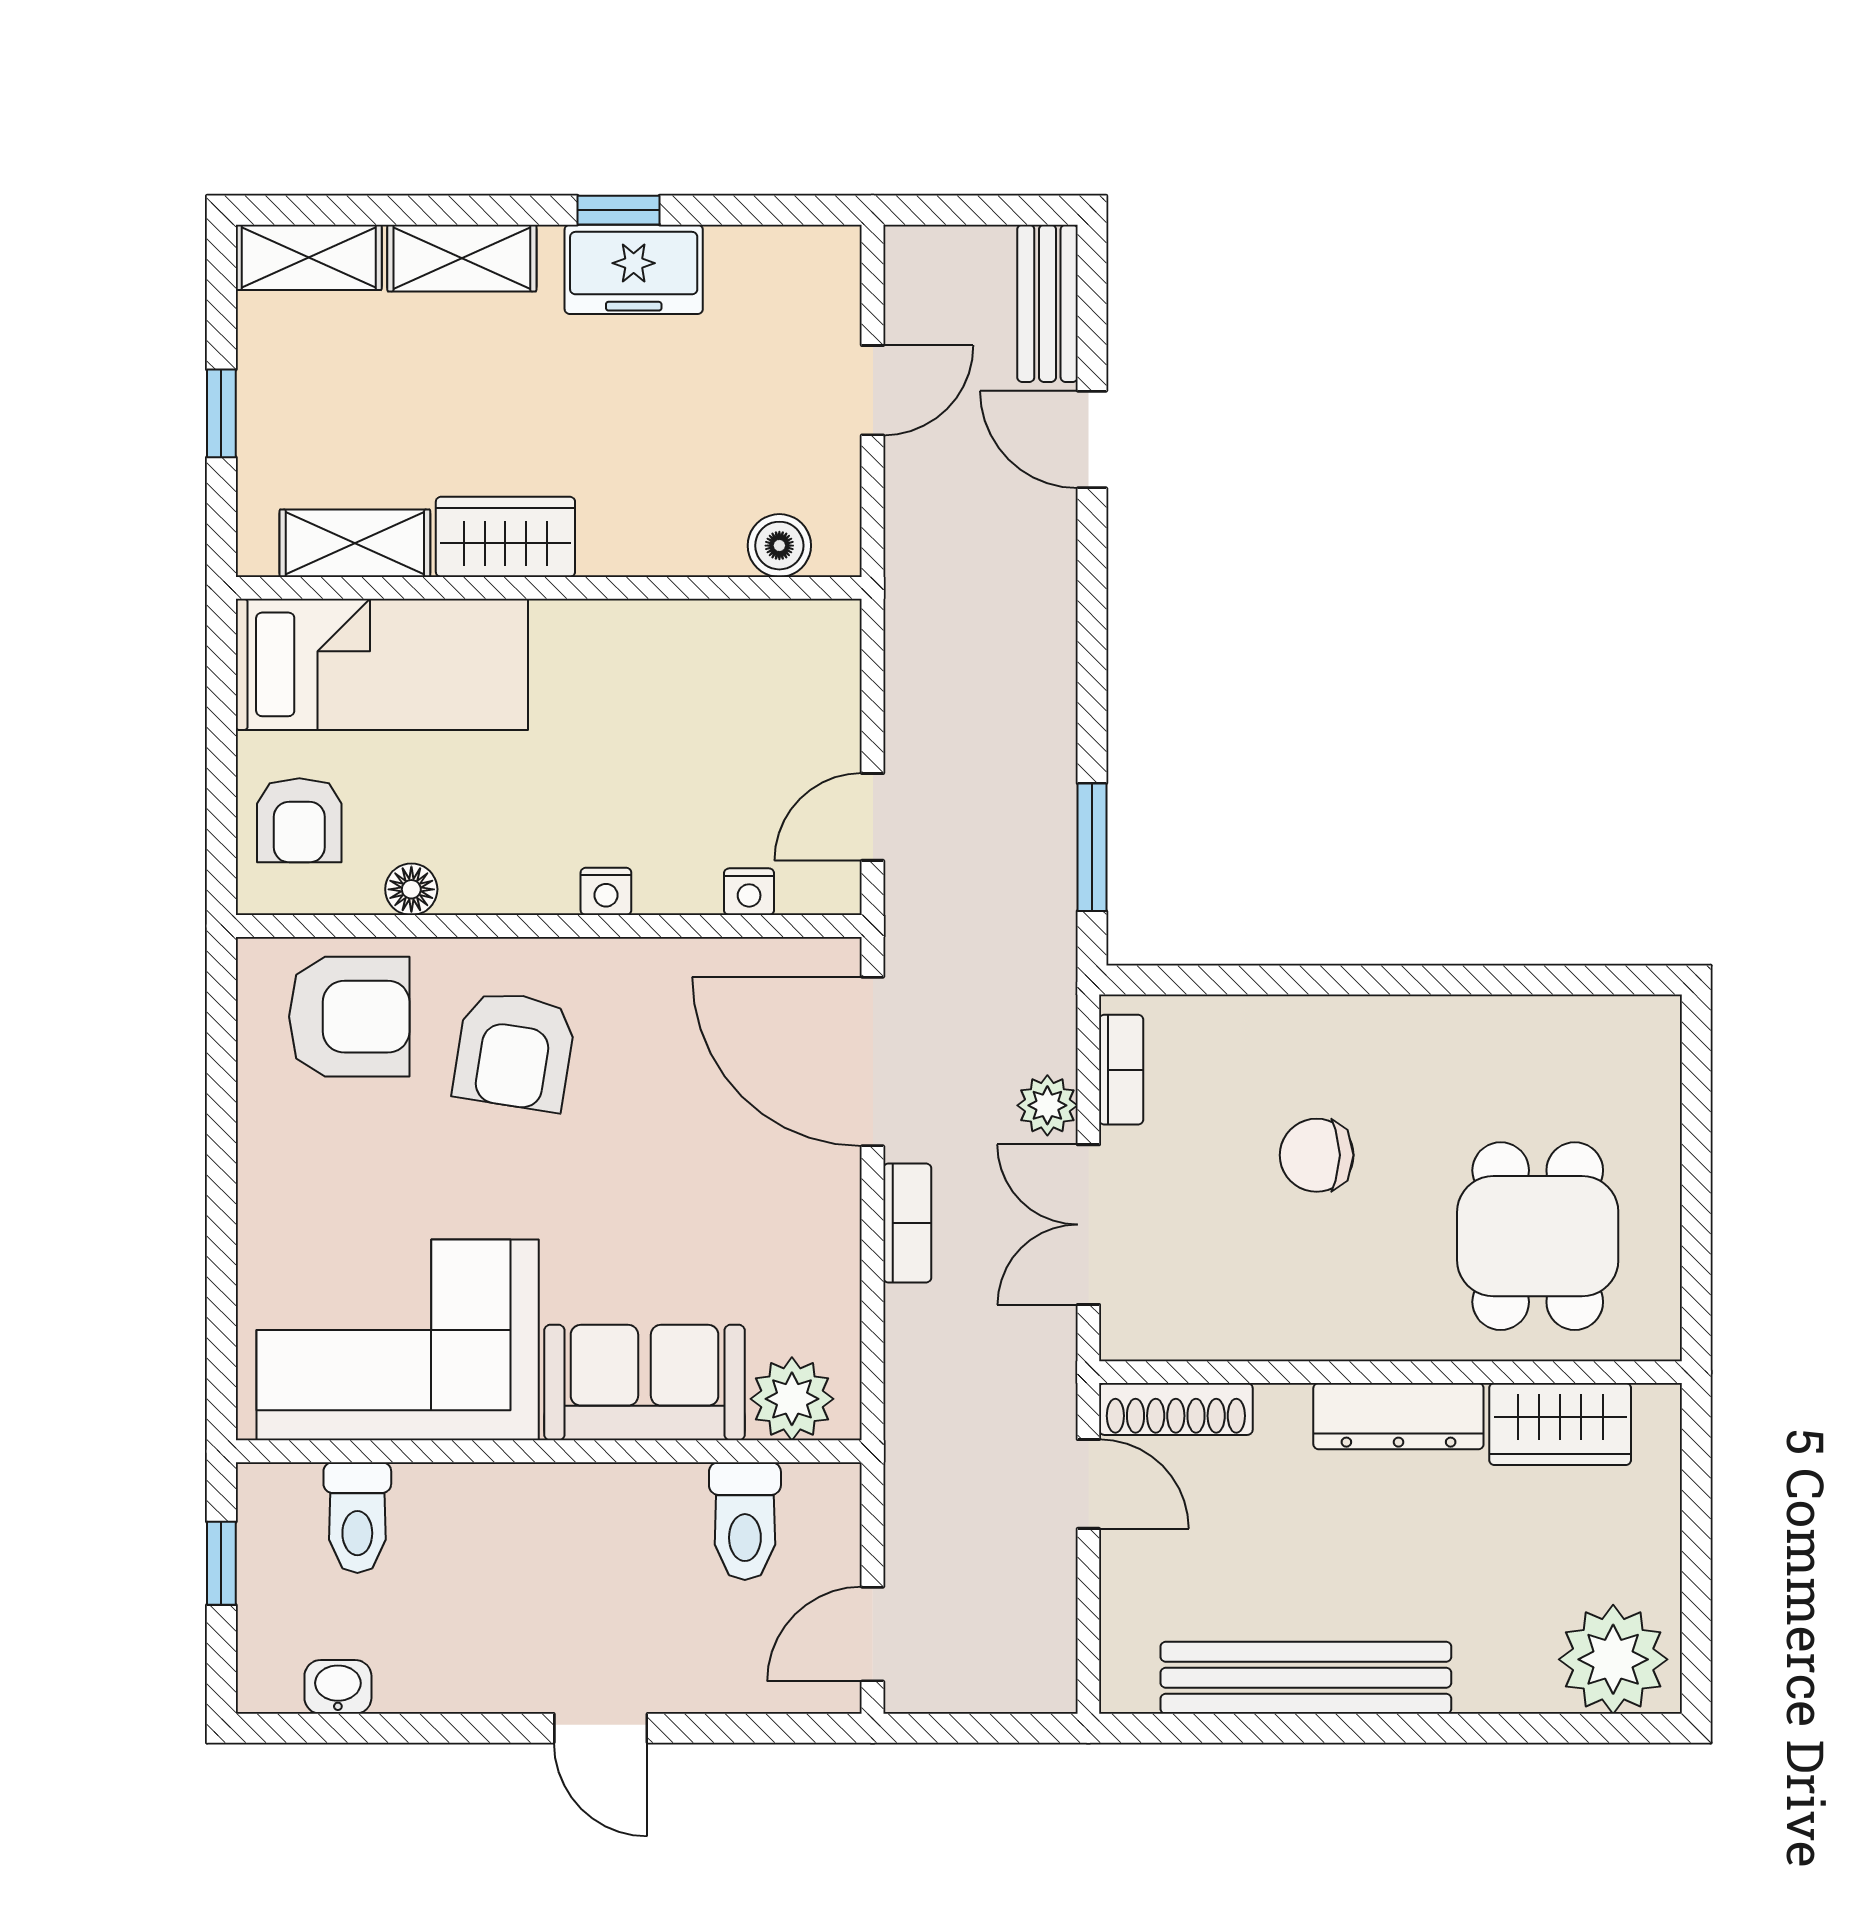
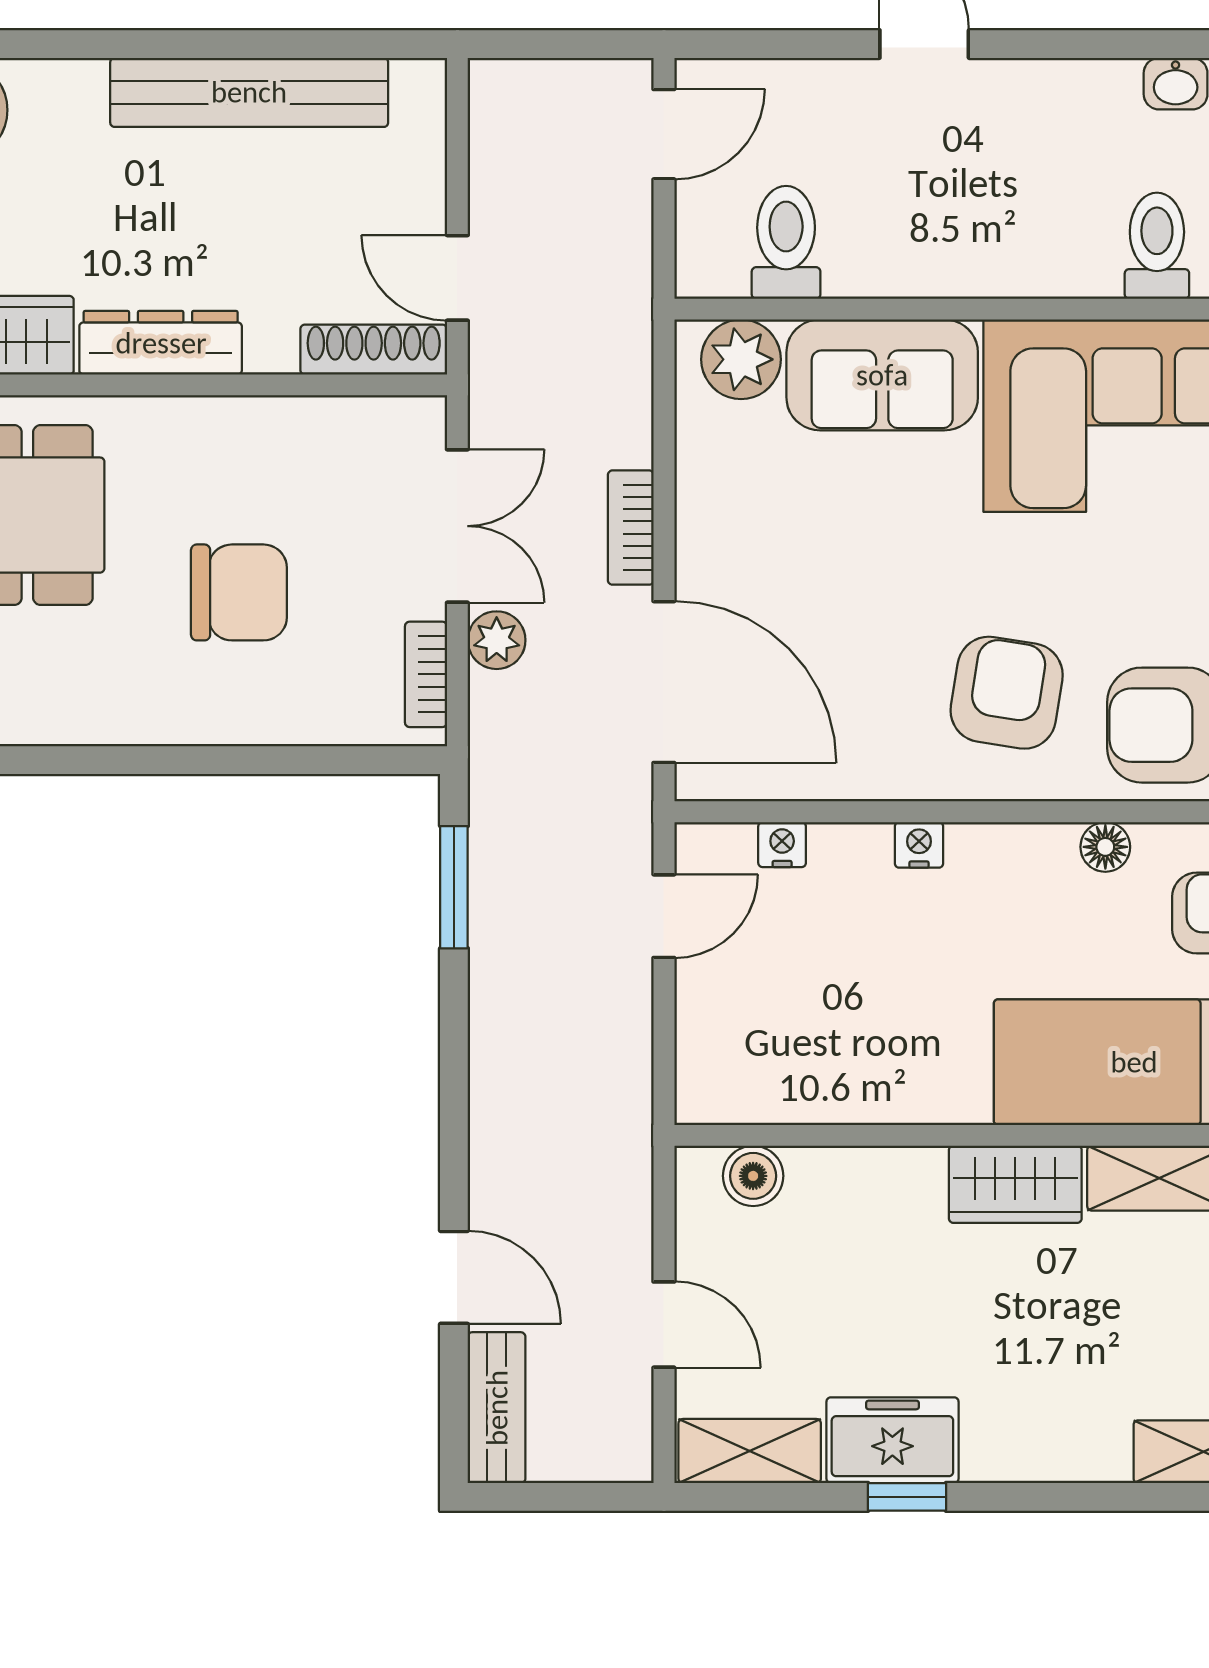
shelving: (462, 258) -> (750, 1451), moved
door: (873, 390) -> (664, 1325), swing flipped
chair: (1317, 1155) -> (239, 592), width x1.37, depth x1.37

